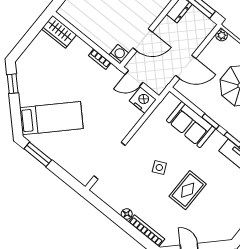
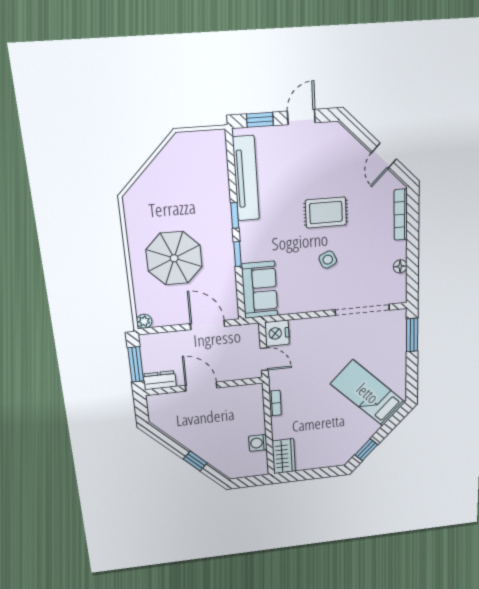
door: (143, 40) -> (201, 387), moved
washing machine: (119, 54) -> (258, 443), moved
sofa: (191, 125) -> (260, 290), moved
window: (38, 154) -> (412, 335), moved
floor lamp: (127, 214) -> (400, 266), moved

